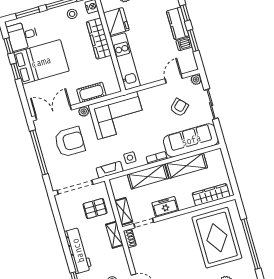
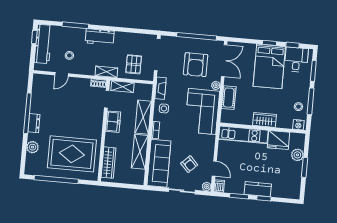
wardrobe: (99, 39) -> (264, 120), width x0.67
dishwasher: (184, 44) -> (219, 186), moved
workbench: (78, 251) -> (100, 37), width x0.73

